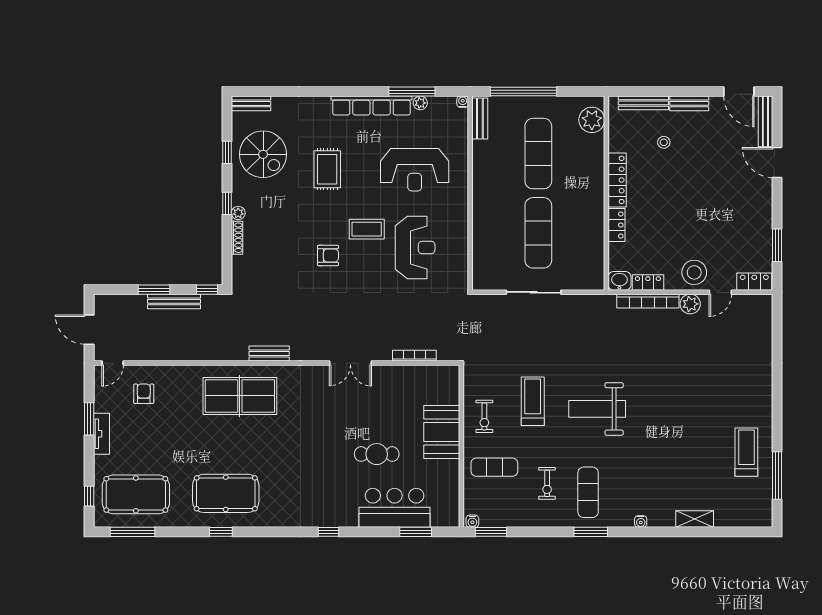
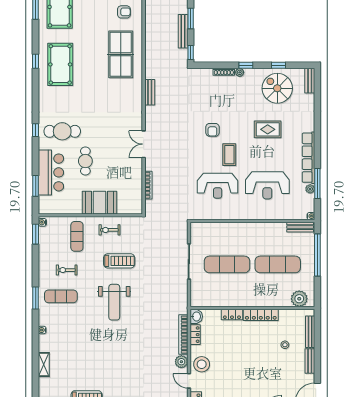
spiral stairs: (263, 154) -> (277, 88), turned 90
reception desk: (415, 170) -> (267, 185), turned -90
table tennis table: (240, 396) -> (121, 54), moved
weight bench: (597, 409) -> (114, 302), turned 180
cafe table: (330, 490) -> (62, 131), added

